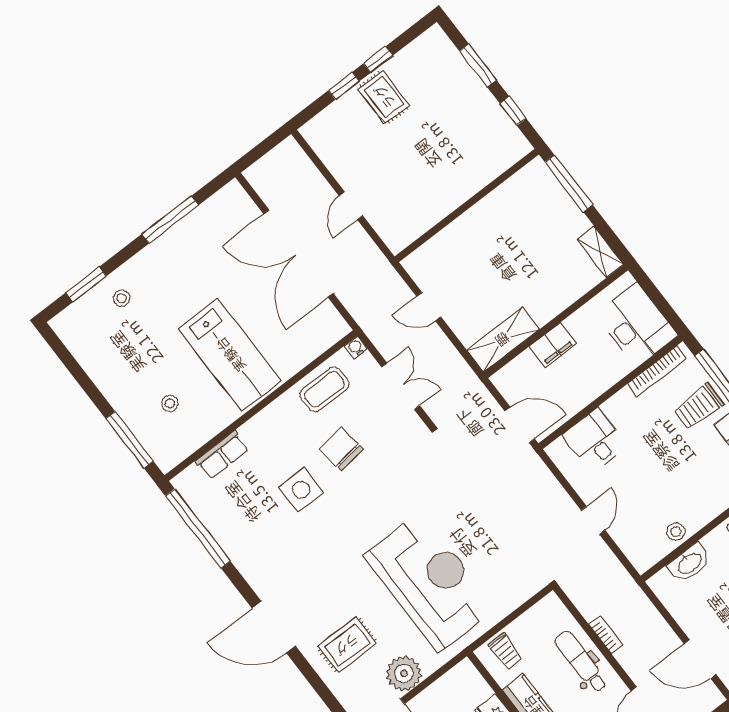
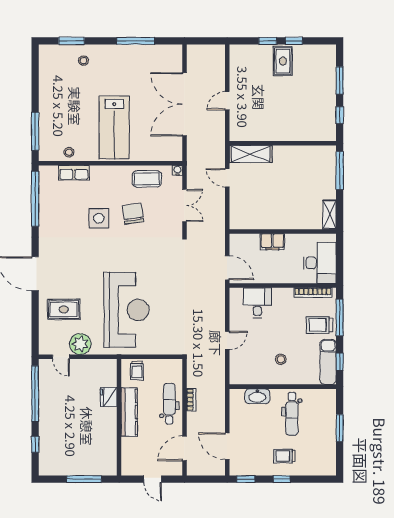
shelving: (503, 340) -> (251, 154), moved
stool: (170, 403) -> (69, 152), moved
stool: (676, 532) -> (281, 359), moved

